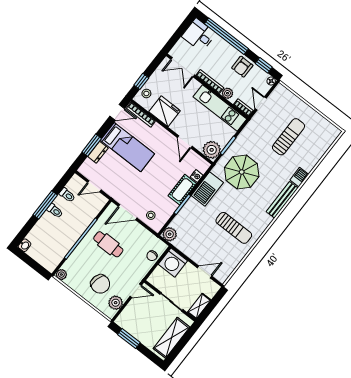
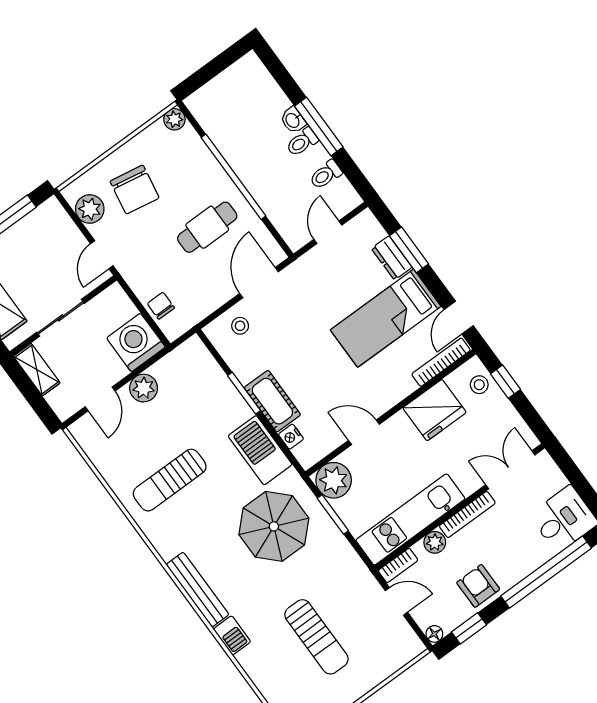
plant: (170, 234) -> (144, 388), moved
washbasin: (25, 245) -> (293, 120), moved
chair: (100, 284) -> (135, 190), turned -94

